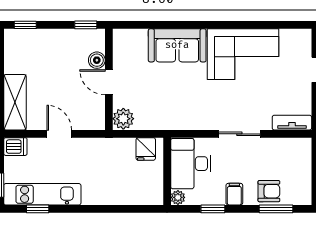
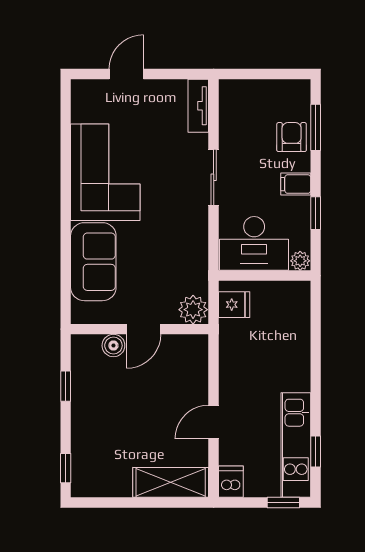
boiler: (97, 60) -> (113, 346), moved
wall: (109, 79) -> (140, 329), moved
door: (109, 82) -> (144, 329), moved
plant: (123, 119) -> (193, 310), moved

